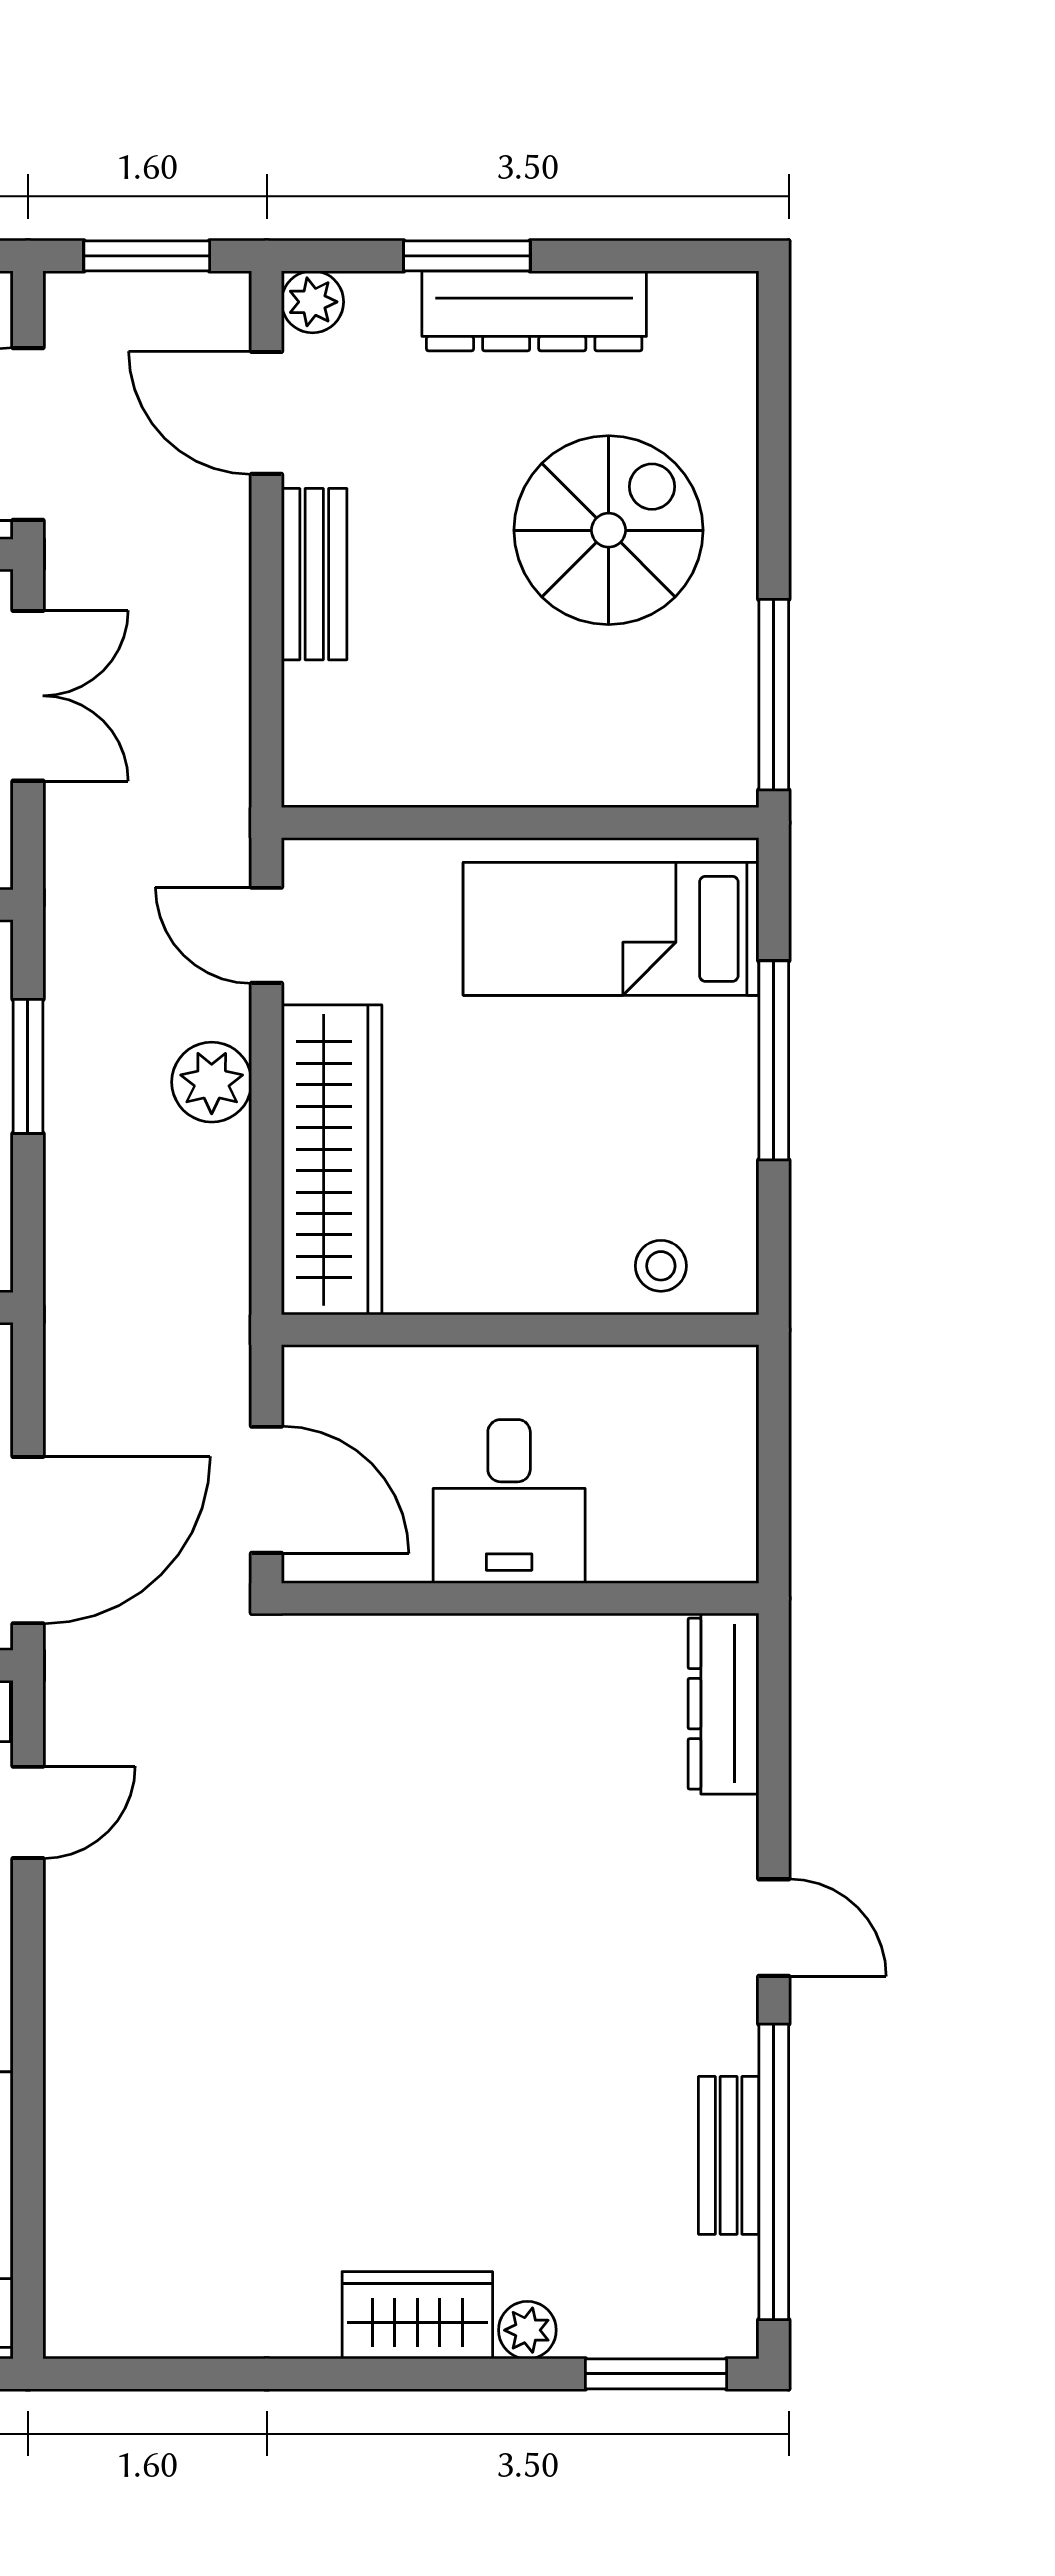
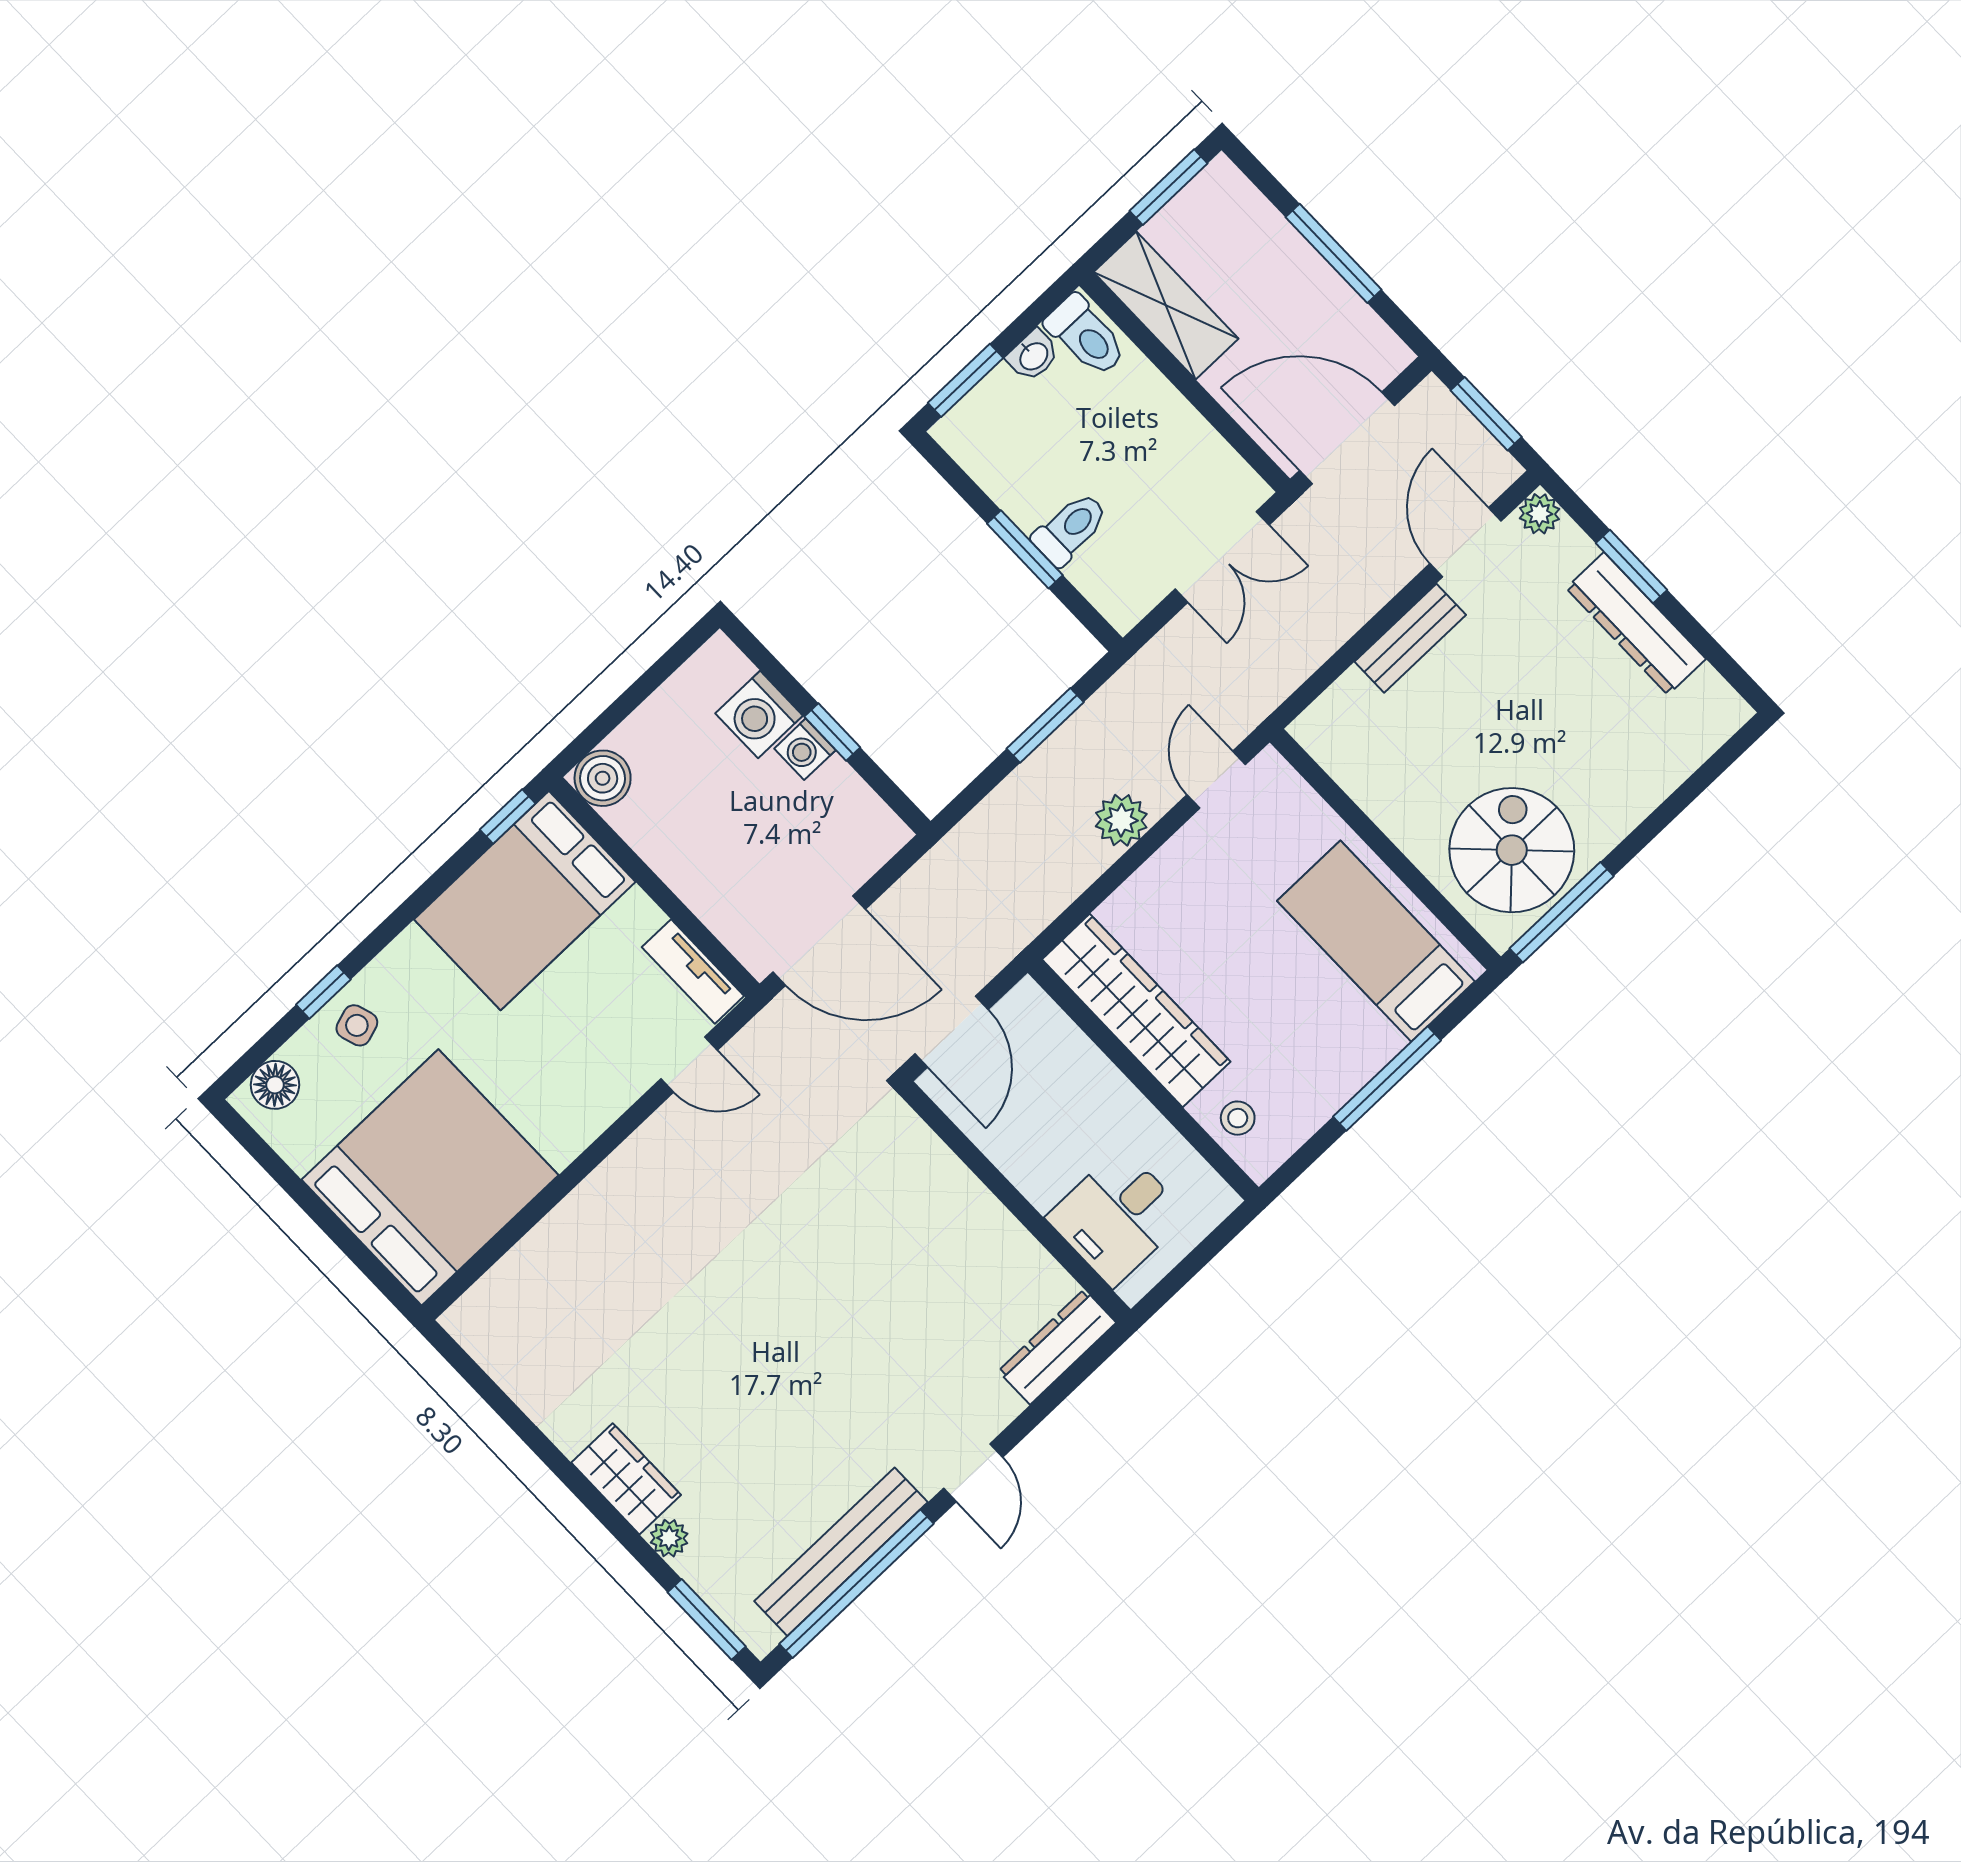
spiral stairs: (609, 530) -> (1512, 850), moved, turned -90
wardrobe: (332, 1160) -> (1136, 1010), moved, turned -90
desk: (509, 1501) -> (1117, 1217), moved
bench: (729, 2155) -> (841, 1552), width x1.86, depth x1.21

